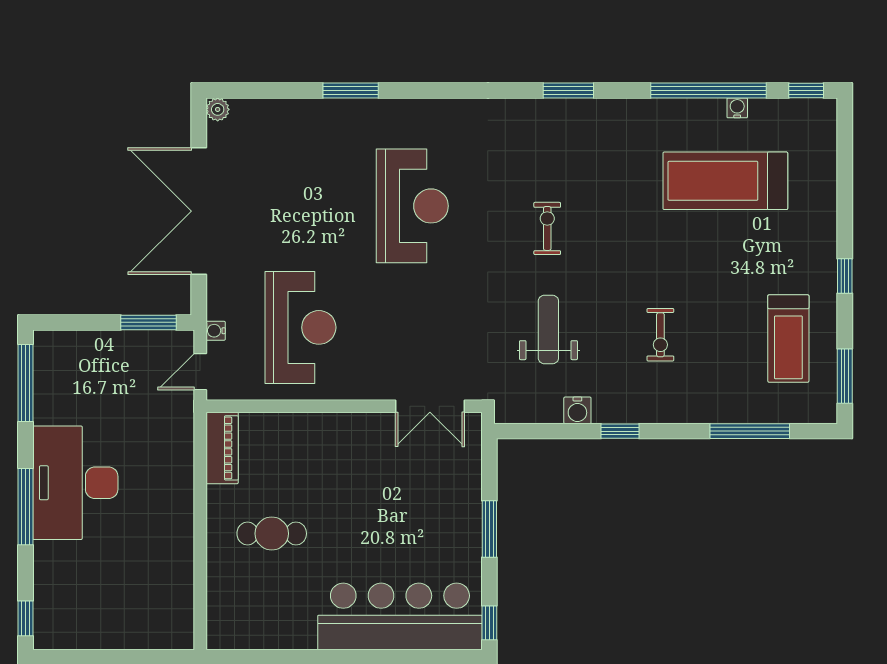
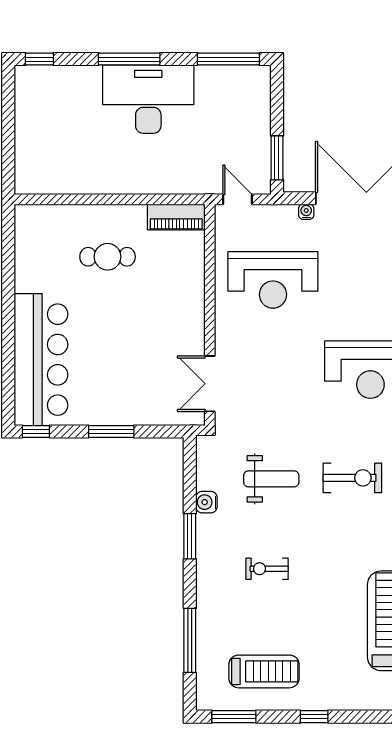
exercise bike: (547, 228) -> (352, 478), width x1.38, depth x1.39
water cooler: (216, 331) -> (306, 212), moved
treadmill: (788, 339) -> (264, 671), turned 180
window: (620, 431) -> (190, 536), width x1.50
cafe table: (272, 534) -> (108, 257), turned 90

